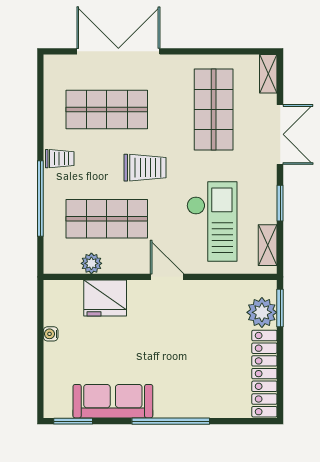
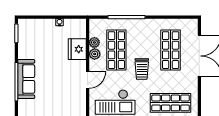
trolley: (60, 159) -> (146, 27), removed
plant: (115, 263) -> (95, 54), added
sofa: (113, 401) -> (26, 79), moved

